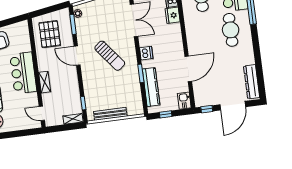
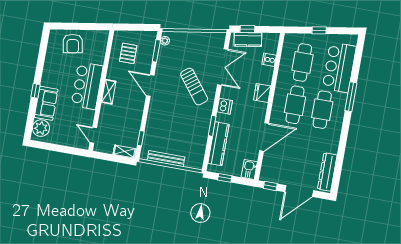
fridge: (173, 15) -> (262, 93), moved
cafe table: (206, 33) -> (295, 105), added
pallet: (50, 34) -> (128, 53), width x0.67, depth x0.71
sun lounger: (110, 56) -> (194, 87), moved
shelving: (45, 82) -> (109, 92), moved

